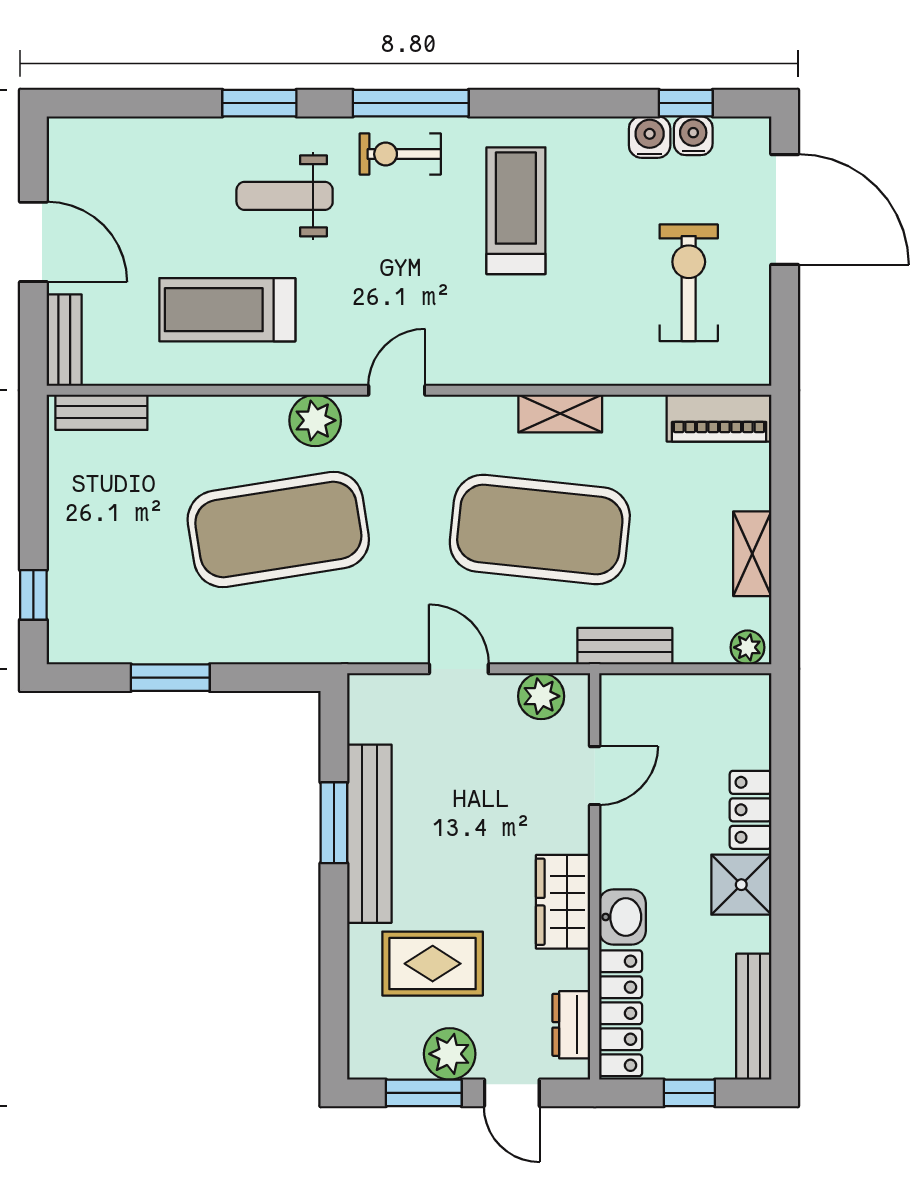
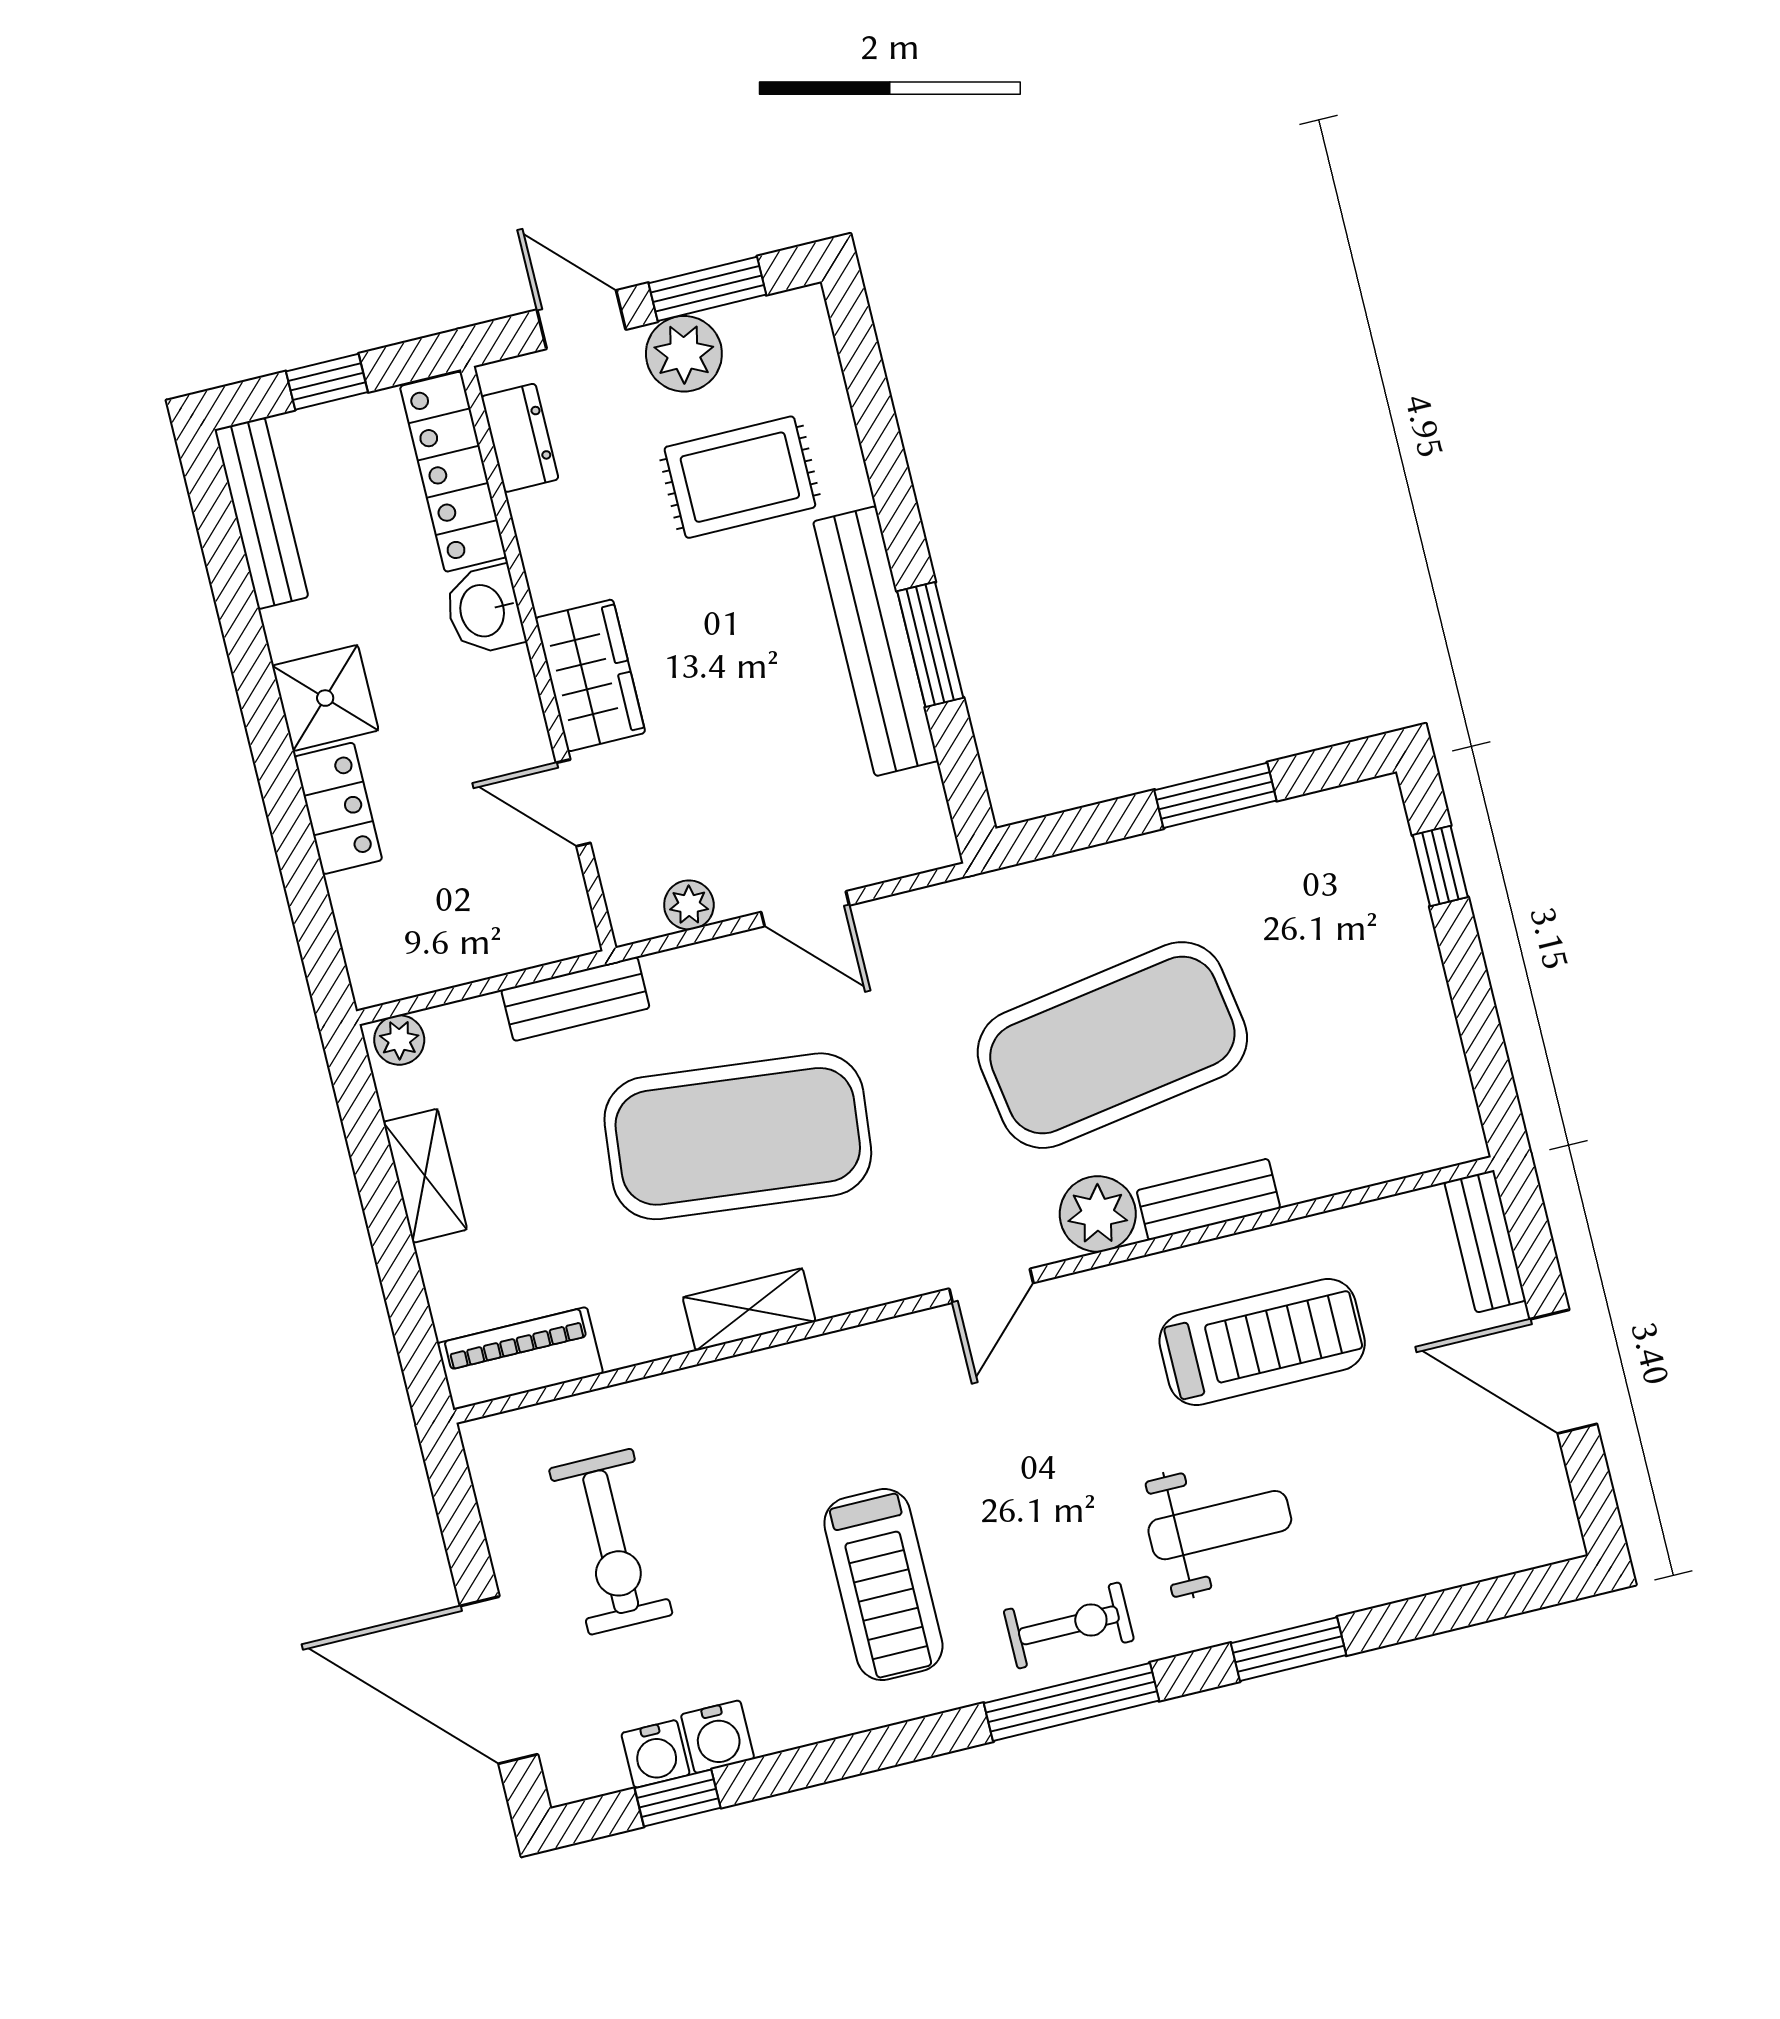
bench: (101, 412) -> (1208, 1199), moved
plant: (541, 696) -> (689, 905), width x0.73, depth x0.73
door: (595, 776) -> (573, 803), hinge flipped
wardrobe: (563, 902) -> (590, 675), moved

